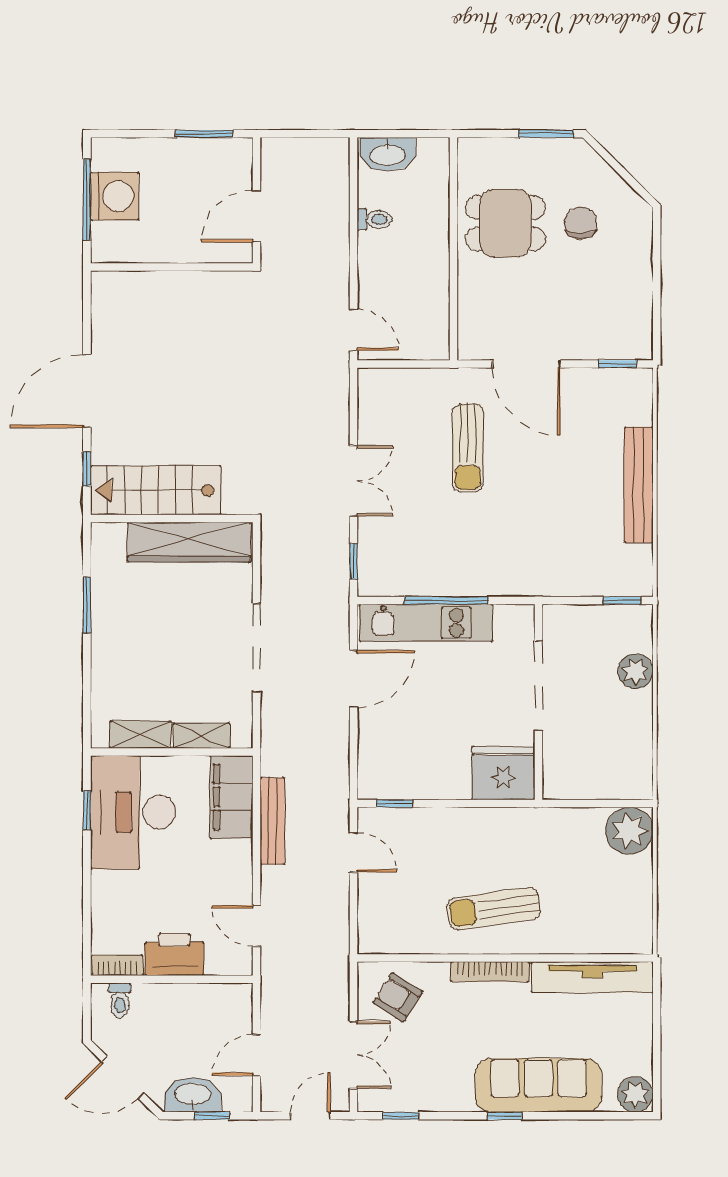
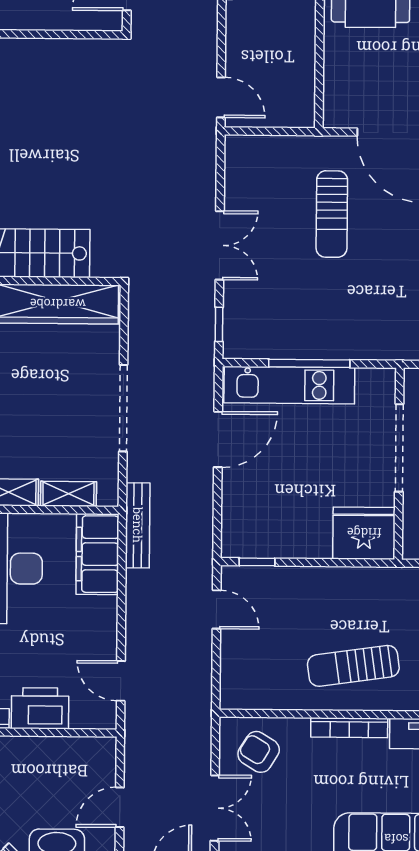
bench: (272, 821) -> (138, 525), moved

